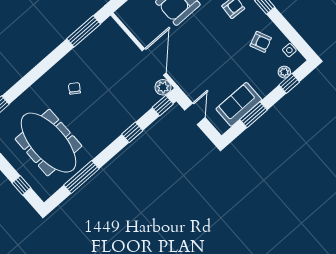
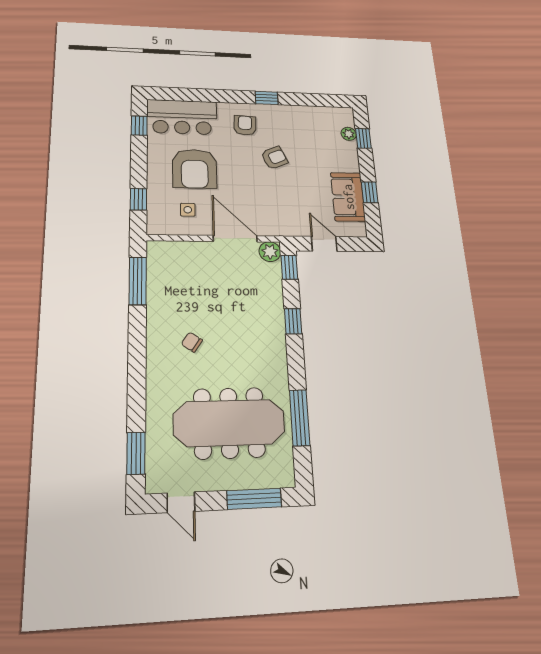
armchair: (261, 42) -> (274, 158), moved
side table: (289, 50) -> (188, 210), moved
window: (253, 115) -> (370, 192), width x0.67
window: (21, 185) -> (254, 499), width x2.17

